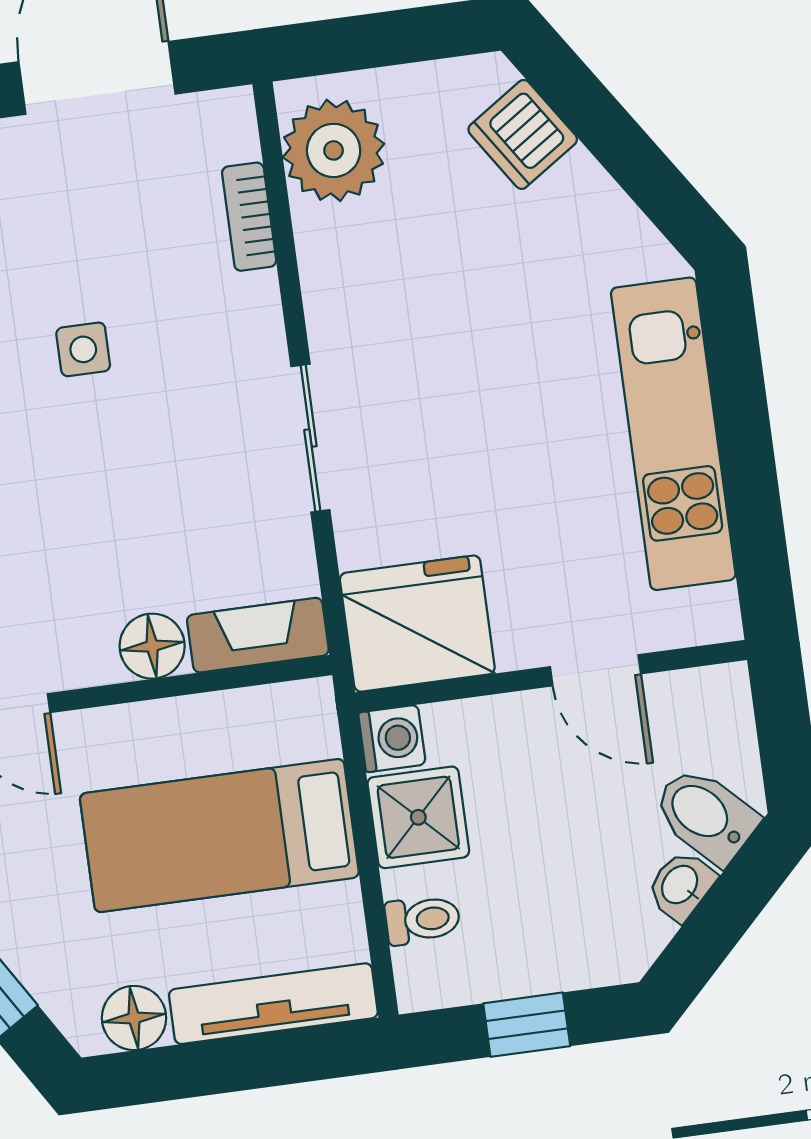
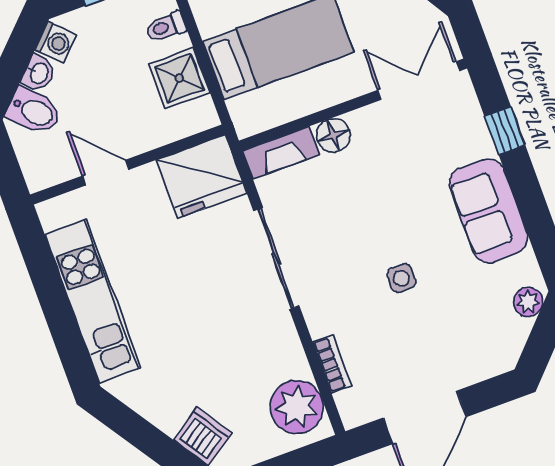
sliding door: (310, 438) -> (276, 258), width x1.37
washing machine: (392, 739) -> (56, 42), moved, turned -135

